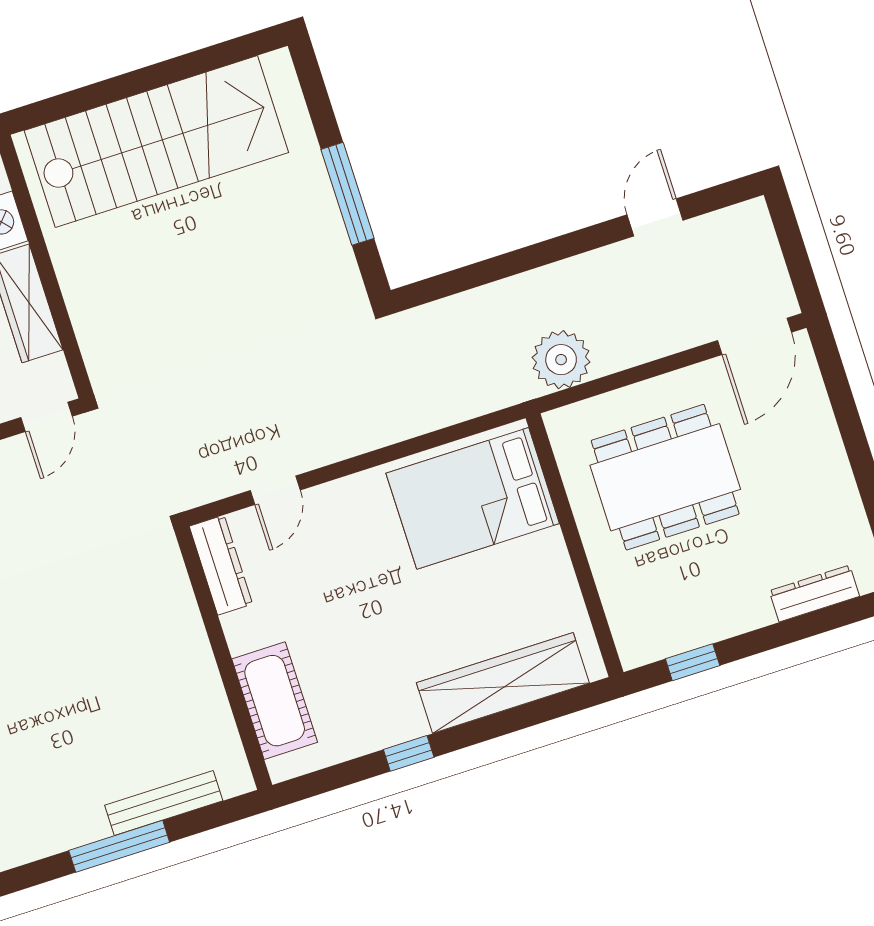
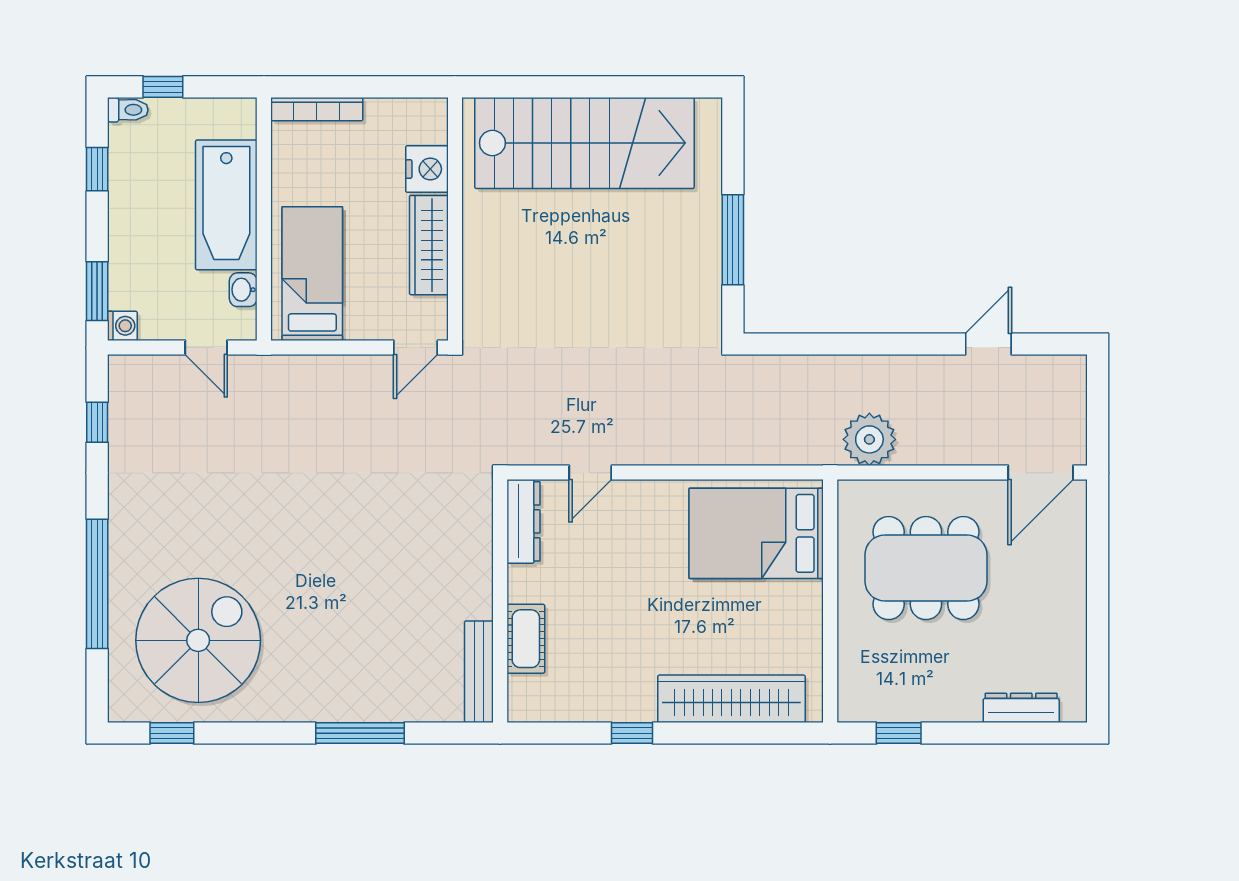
cot: (275, 701) -> (526, 639), width x0.73, depth x0.75
bench: (164, 803) -> (479, 672), moved, turned 90

